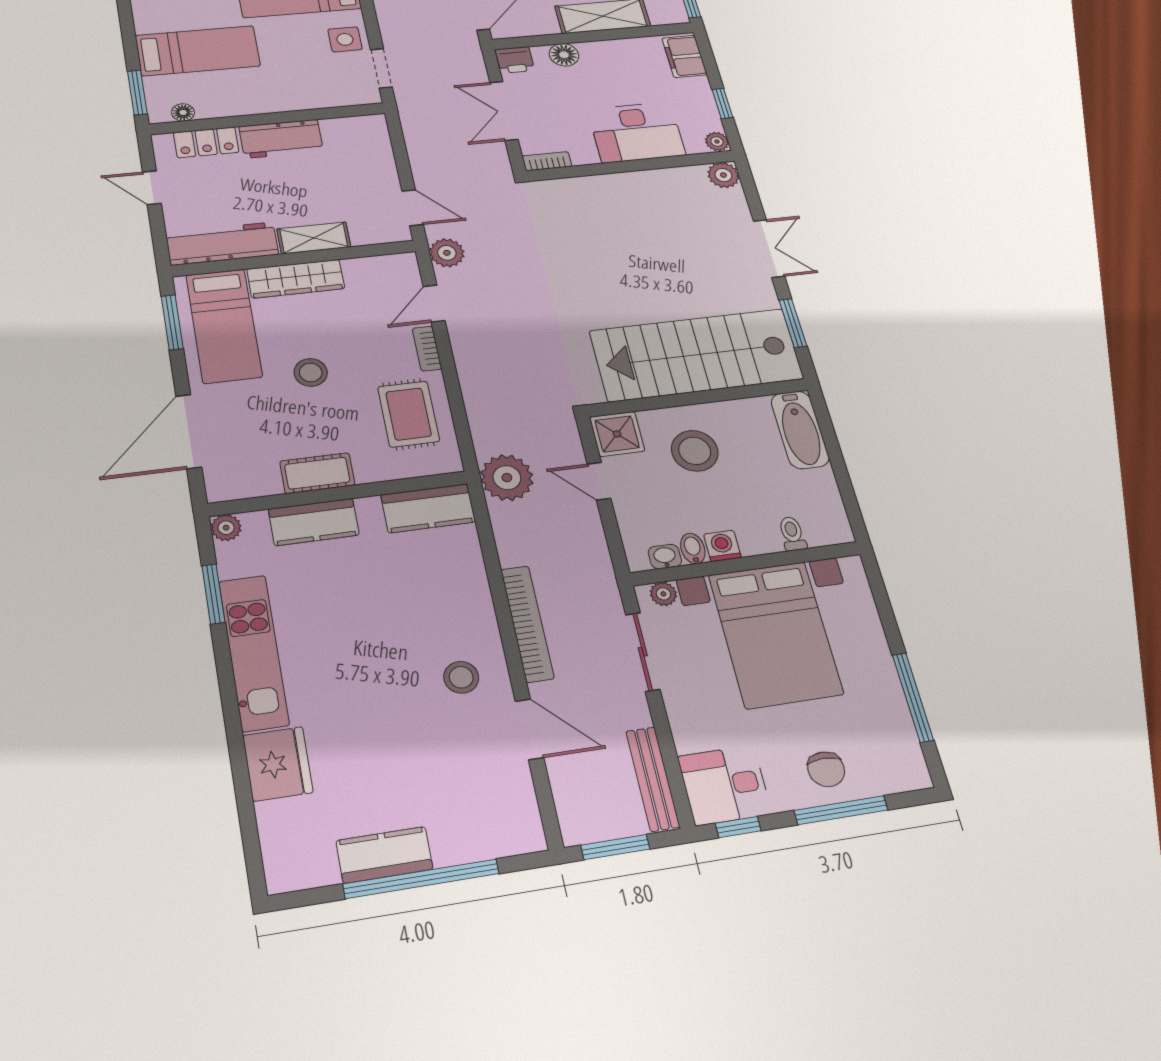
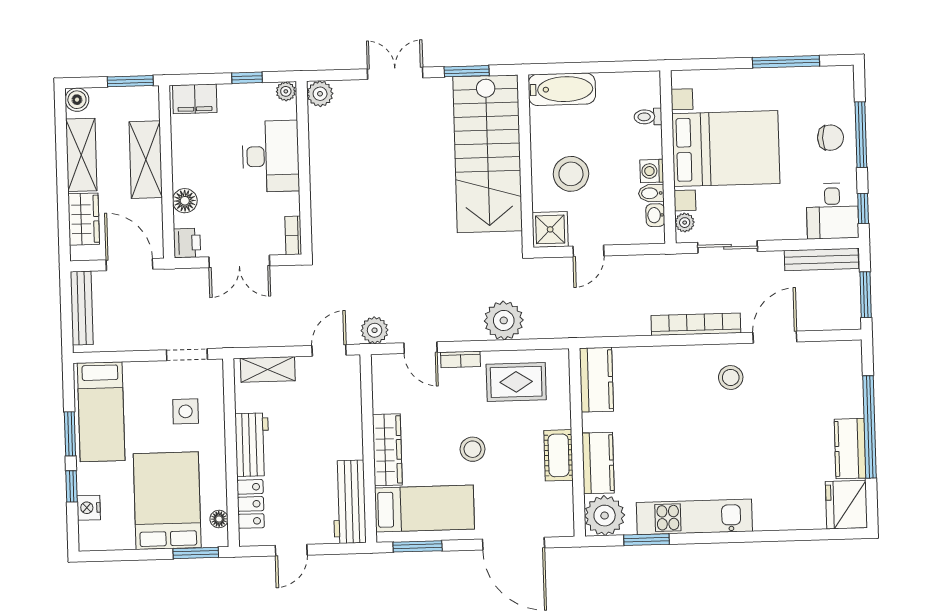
side table: (345, 39) -> (186, 411), moved
bed: (198, 51) -> (167, 501), width x1.50
shelving: (314, 238) -> (268, 369), moved, turned 90
plant: (507, 478) -> (504, 320), moved
plant: (226, 528) -> (605, 516), width x1.88, depth x1.88
fridge: (278, 764) -> (846, 505), moved, turned -90

